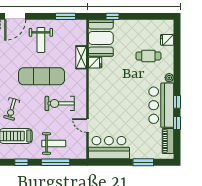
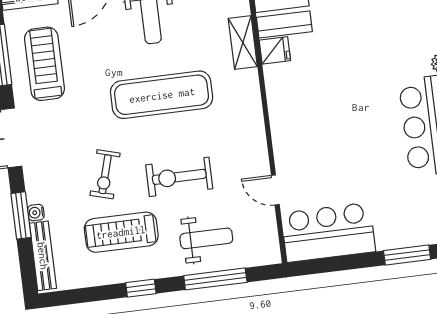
cafe table: (148, 56) -> (390, 21), removed
exercise bike: (60, 103) -> (179, 177), moved

